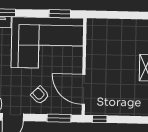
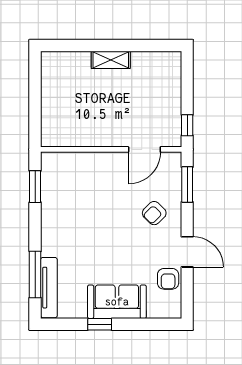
corner sofa: (47, 43) -> (78, 204), removed
door: (84, 89) -> (144, 149), width x0.73

